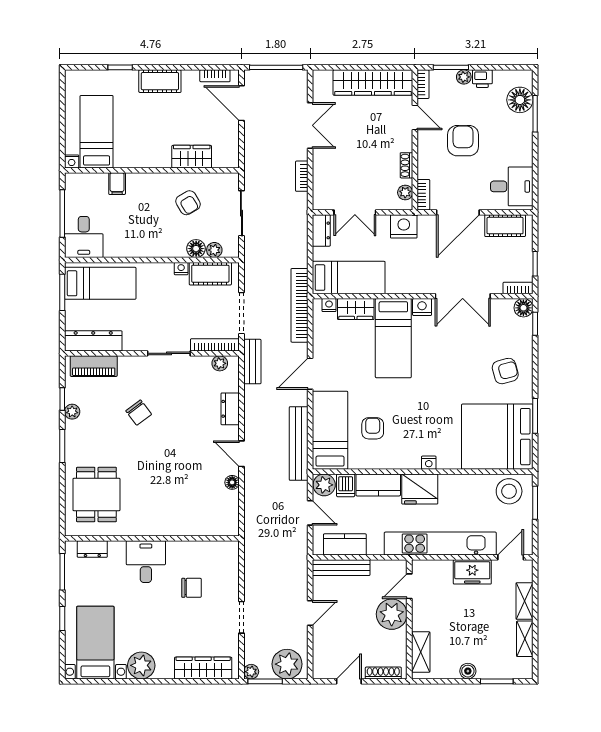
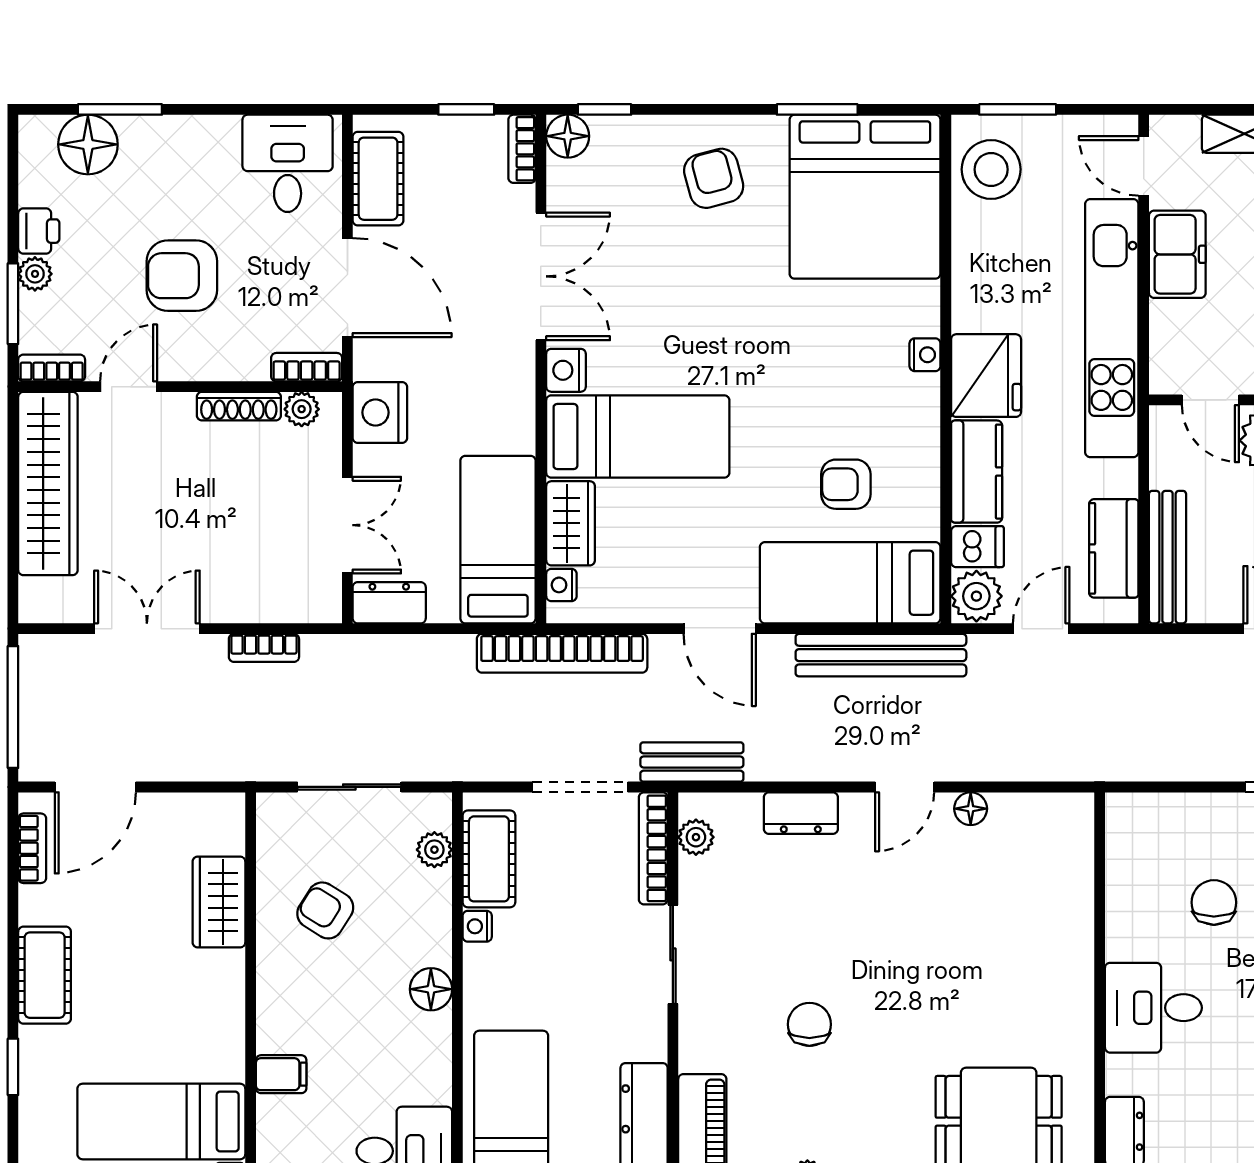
shoe rack: (406, 165) -> (239, 406), width x1.43
armchair: (188, 203) -> (325, 910), turned -117
floor lamp: (196, 249) -> (431, 989), moved
chair: (139, 413) -> (809, 1024), turned -53

